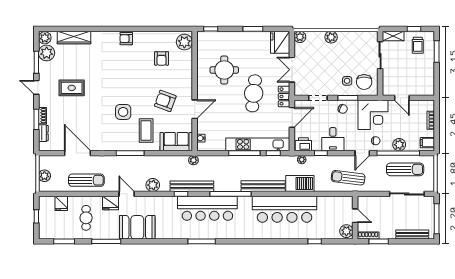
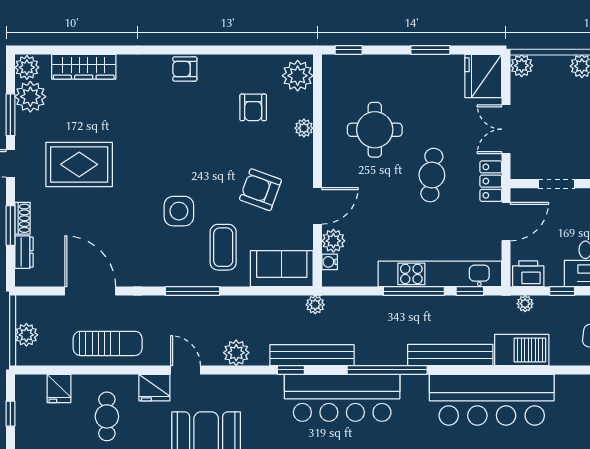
plant: (188, 69) -> (304, 128), added
rug: (72, 88) -> (79, 164), width x1.36, depth x1.43
cafe table: (254, 93) -> (432, 175), width x0.73, depth x0.74
plant: (203, 127) -> (333, 241), added

